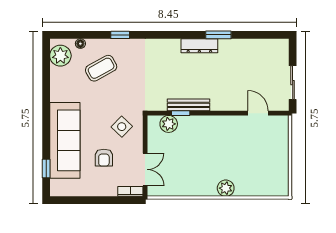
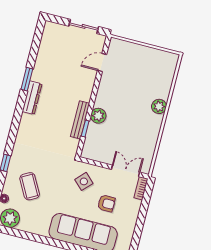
plant: (169, 124) -> (98, 116), moved

